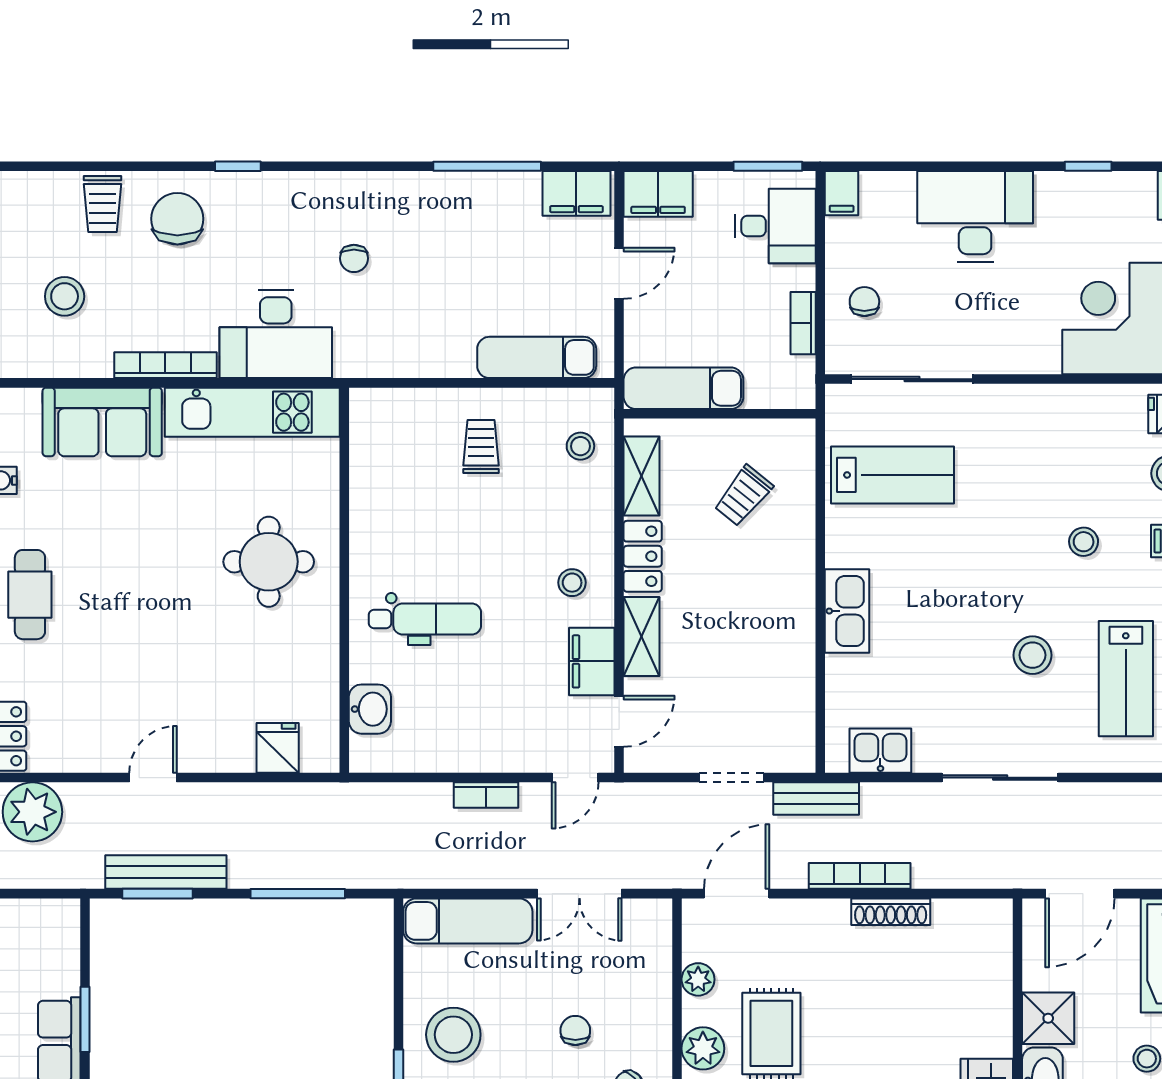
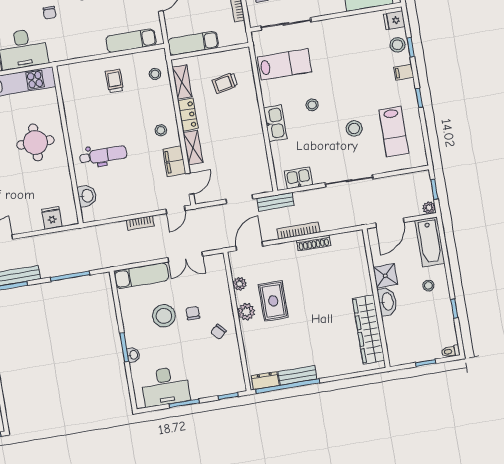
trolley: (743, 496) -> (225, 83), turned 40
stool: (1084, 542) -> (312, 105), moved
stool: (453, 1035) -> (164, 316), moved

